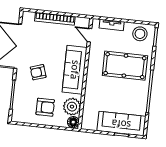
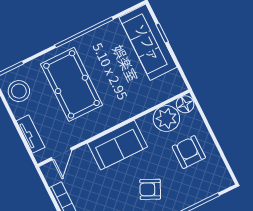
sofa: (75, 70) -> (117, 145), width x0.73
armchair: (38, 72) -> (150, 189), turned 133

